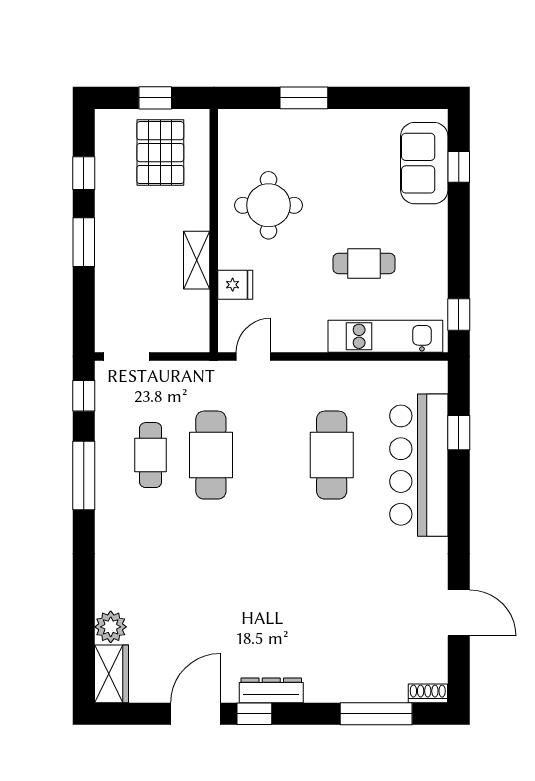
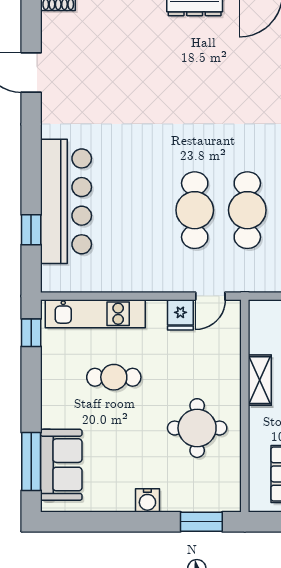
window: (304, 98) -> (201, 522), moved
water cooler: (325, 122) -> (147, 500), added
window: (459, 167) -> (31, 462), width x2.17
fridge: (235, 285) -> (180, 315), moved, turned -90
cafe table: (332, 455) -> (195, 210), moved

